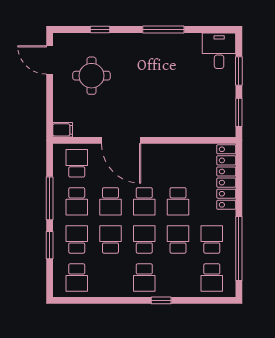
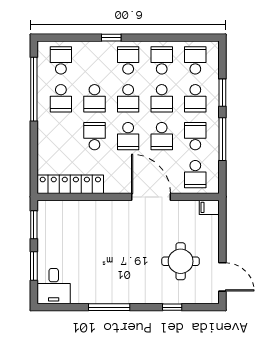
locker: (226, 177) -> (70, 184), moved, turned -90
school desk: (110, 201) -> (162, 136), turned 180
school desk: (144, 201) -> (128, 136), turned 180
school desk: (110, 278) -> (162, 60), added

